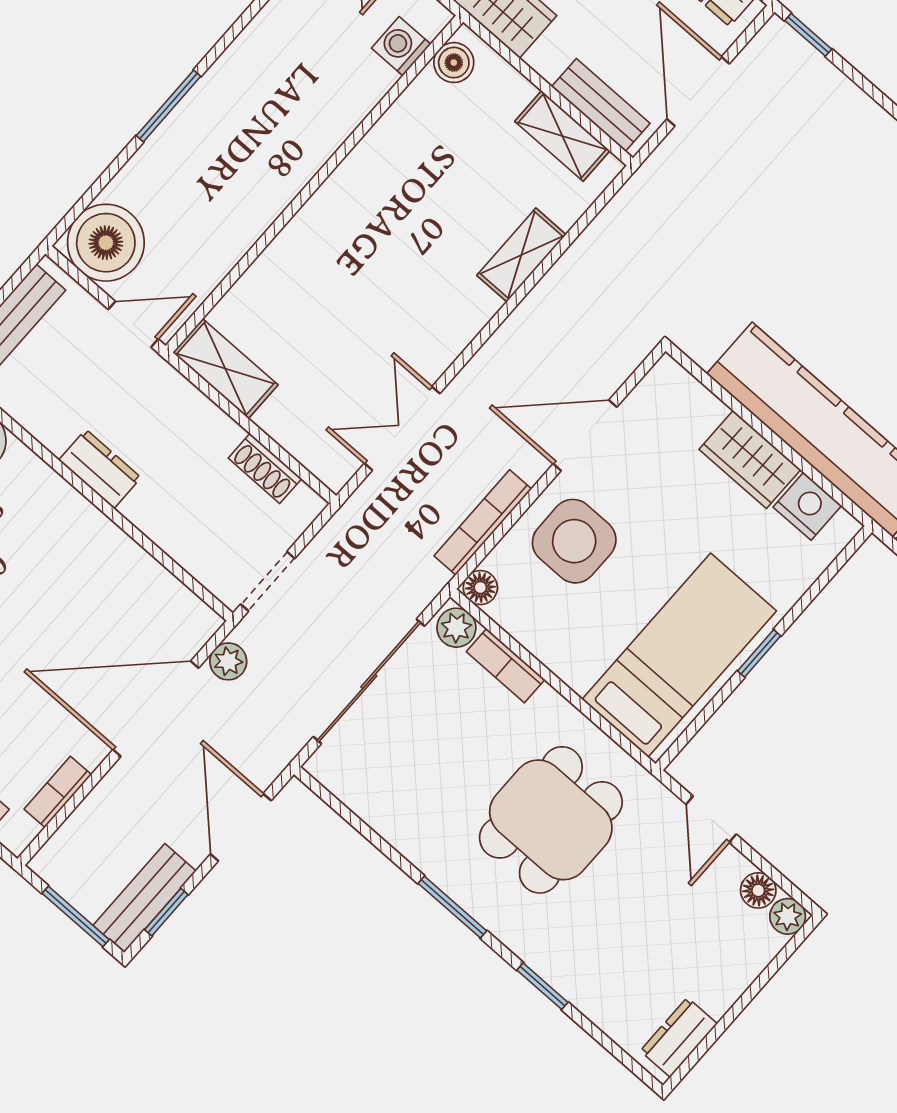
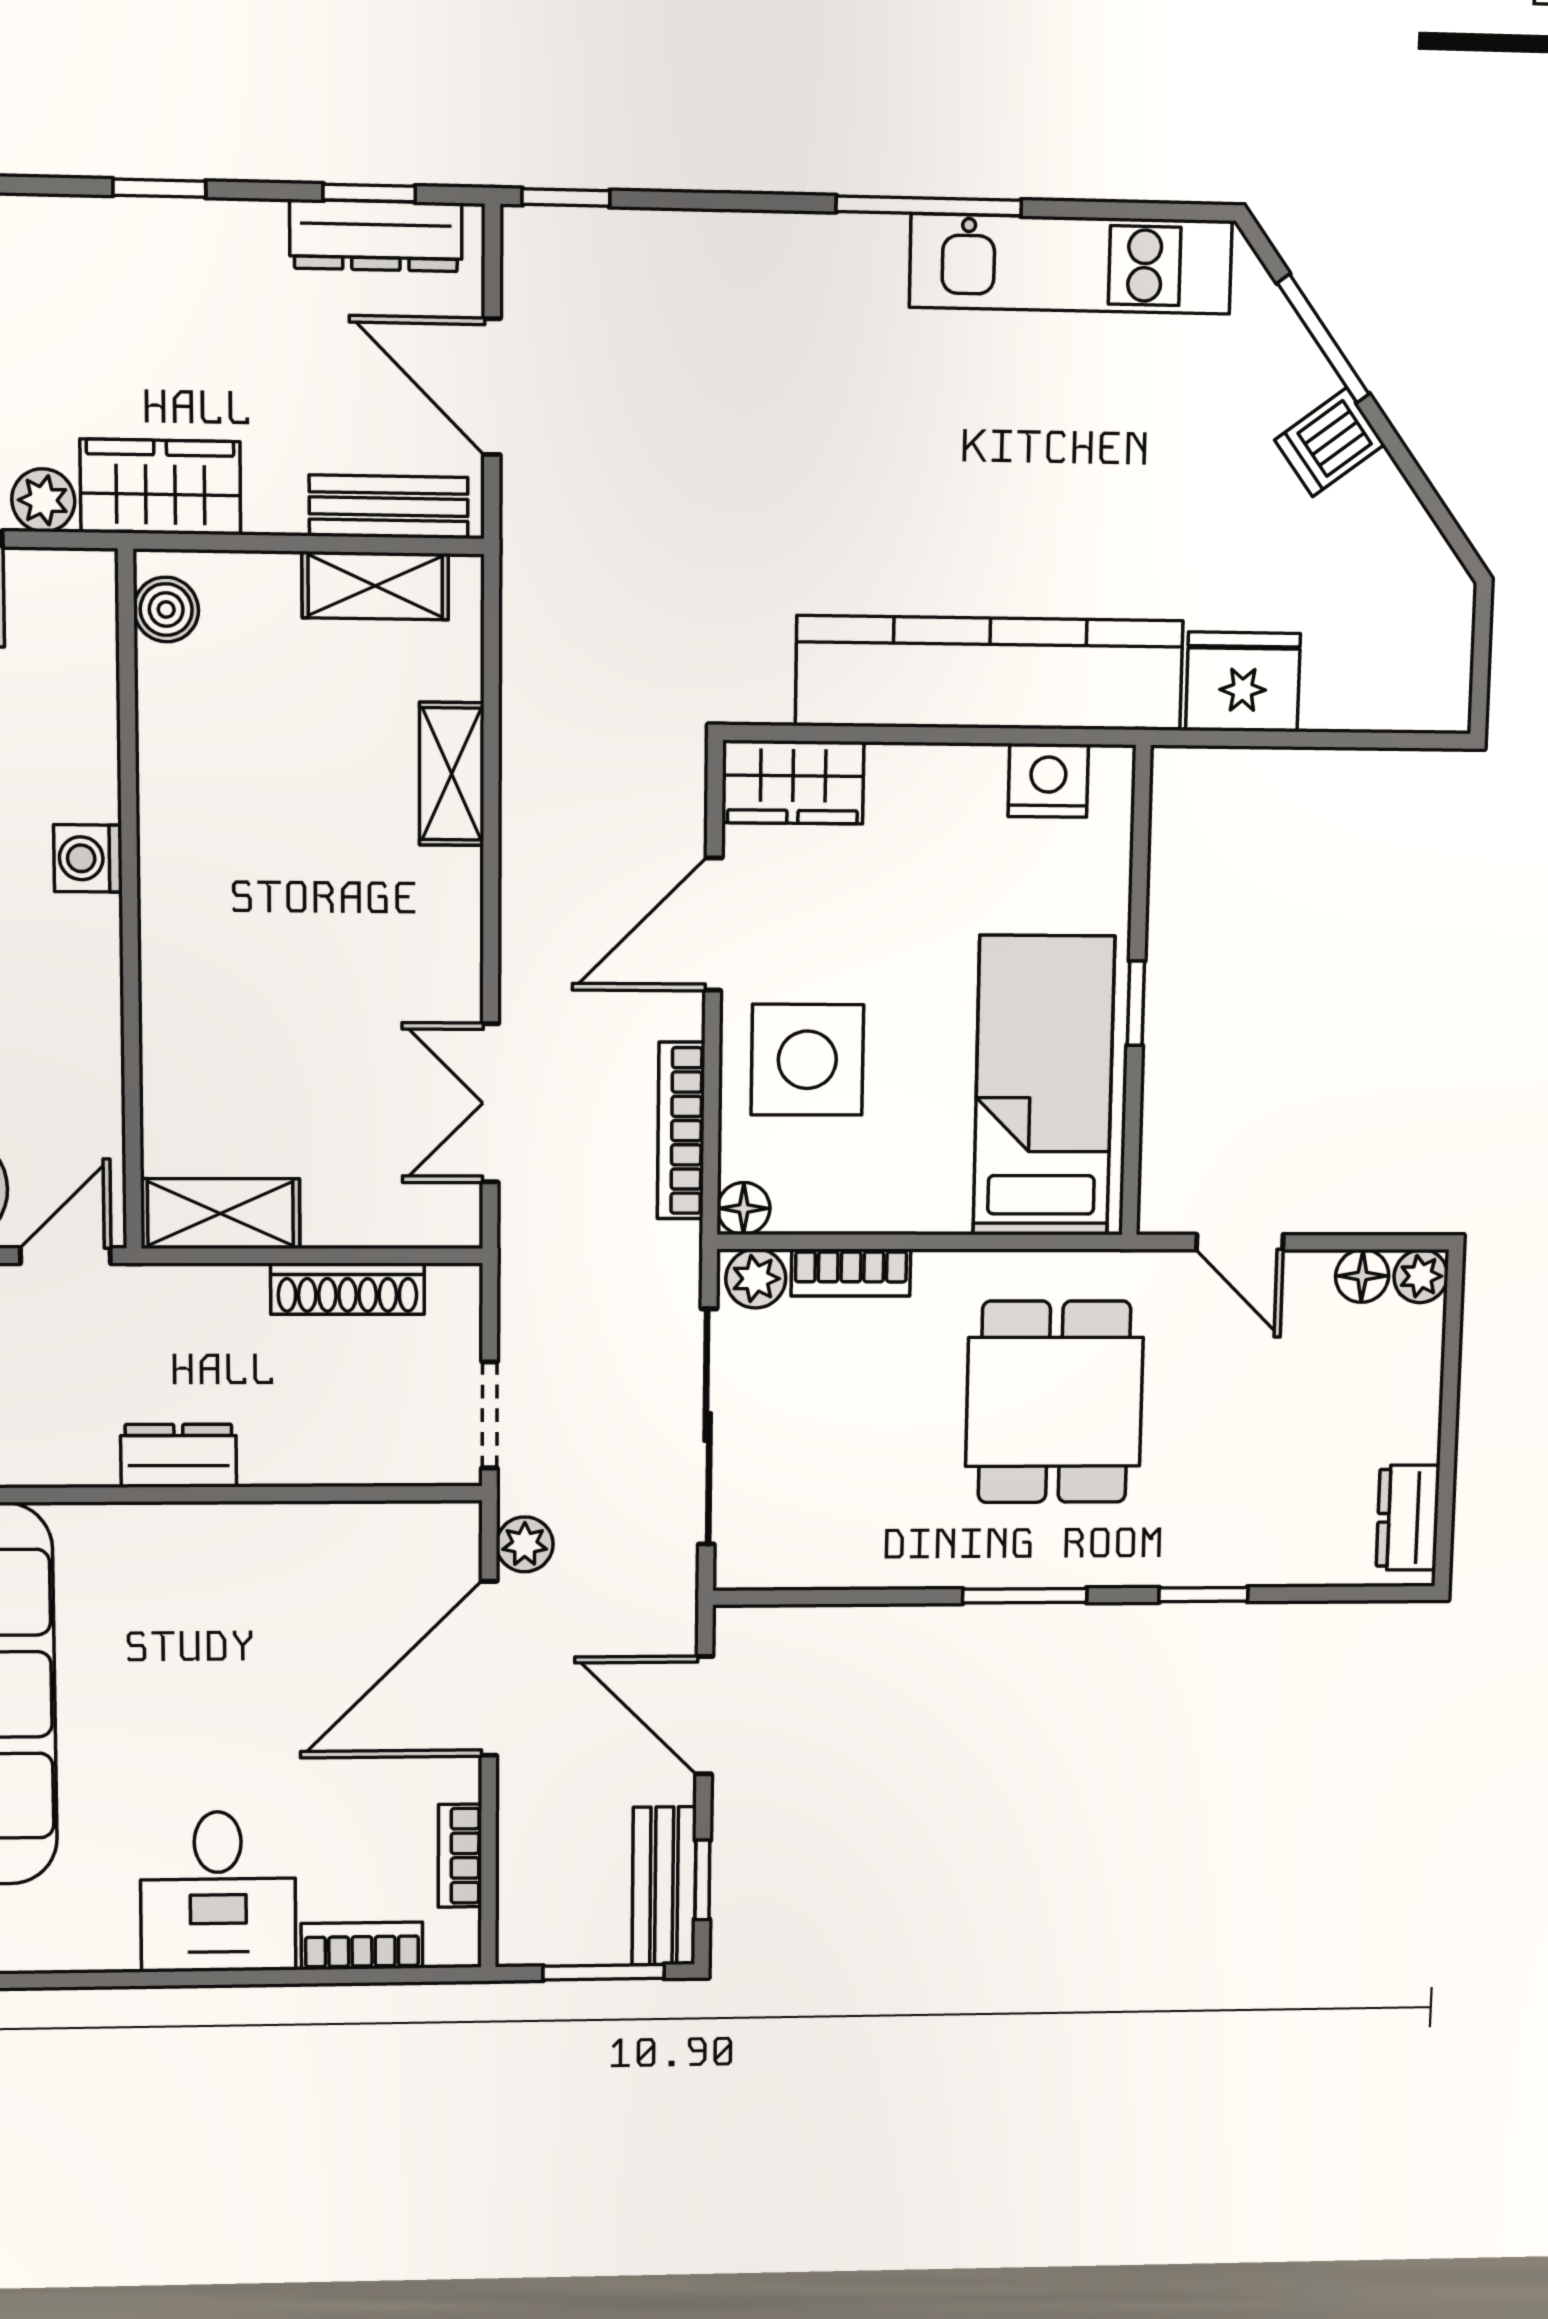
washing machine: (401, 46) -> (88, 858), moved
wardrobe: (750, 459) -> (793, 782), moved
shoe rack: (265, 468) -> (348, 1289), width x1.43

